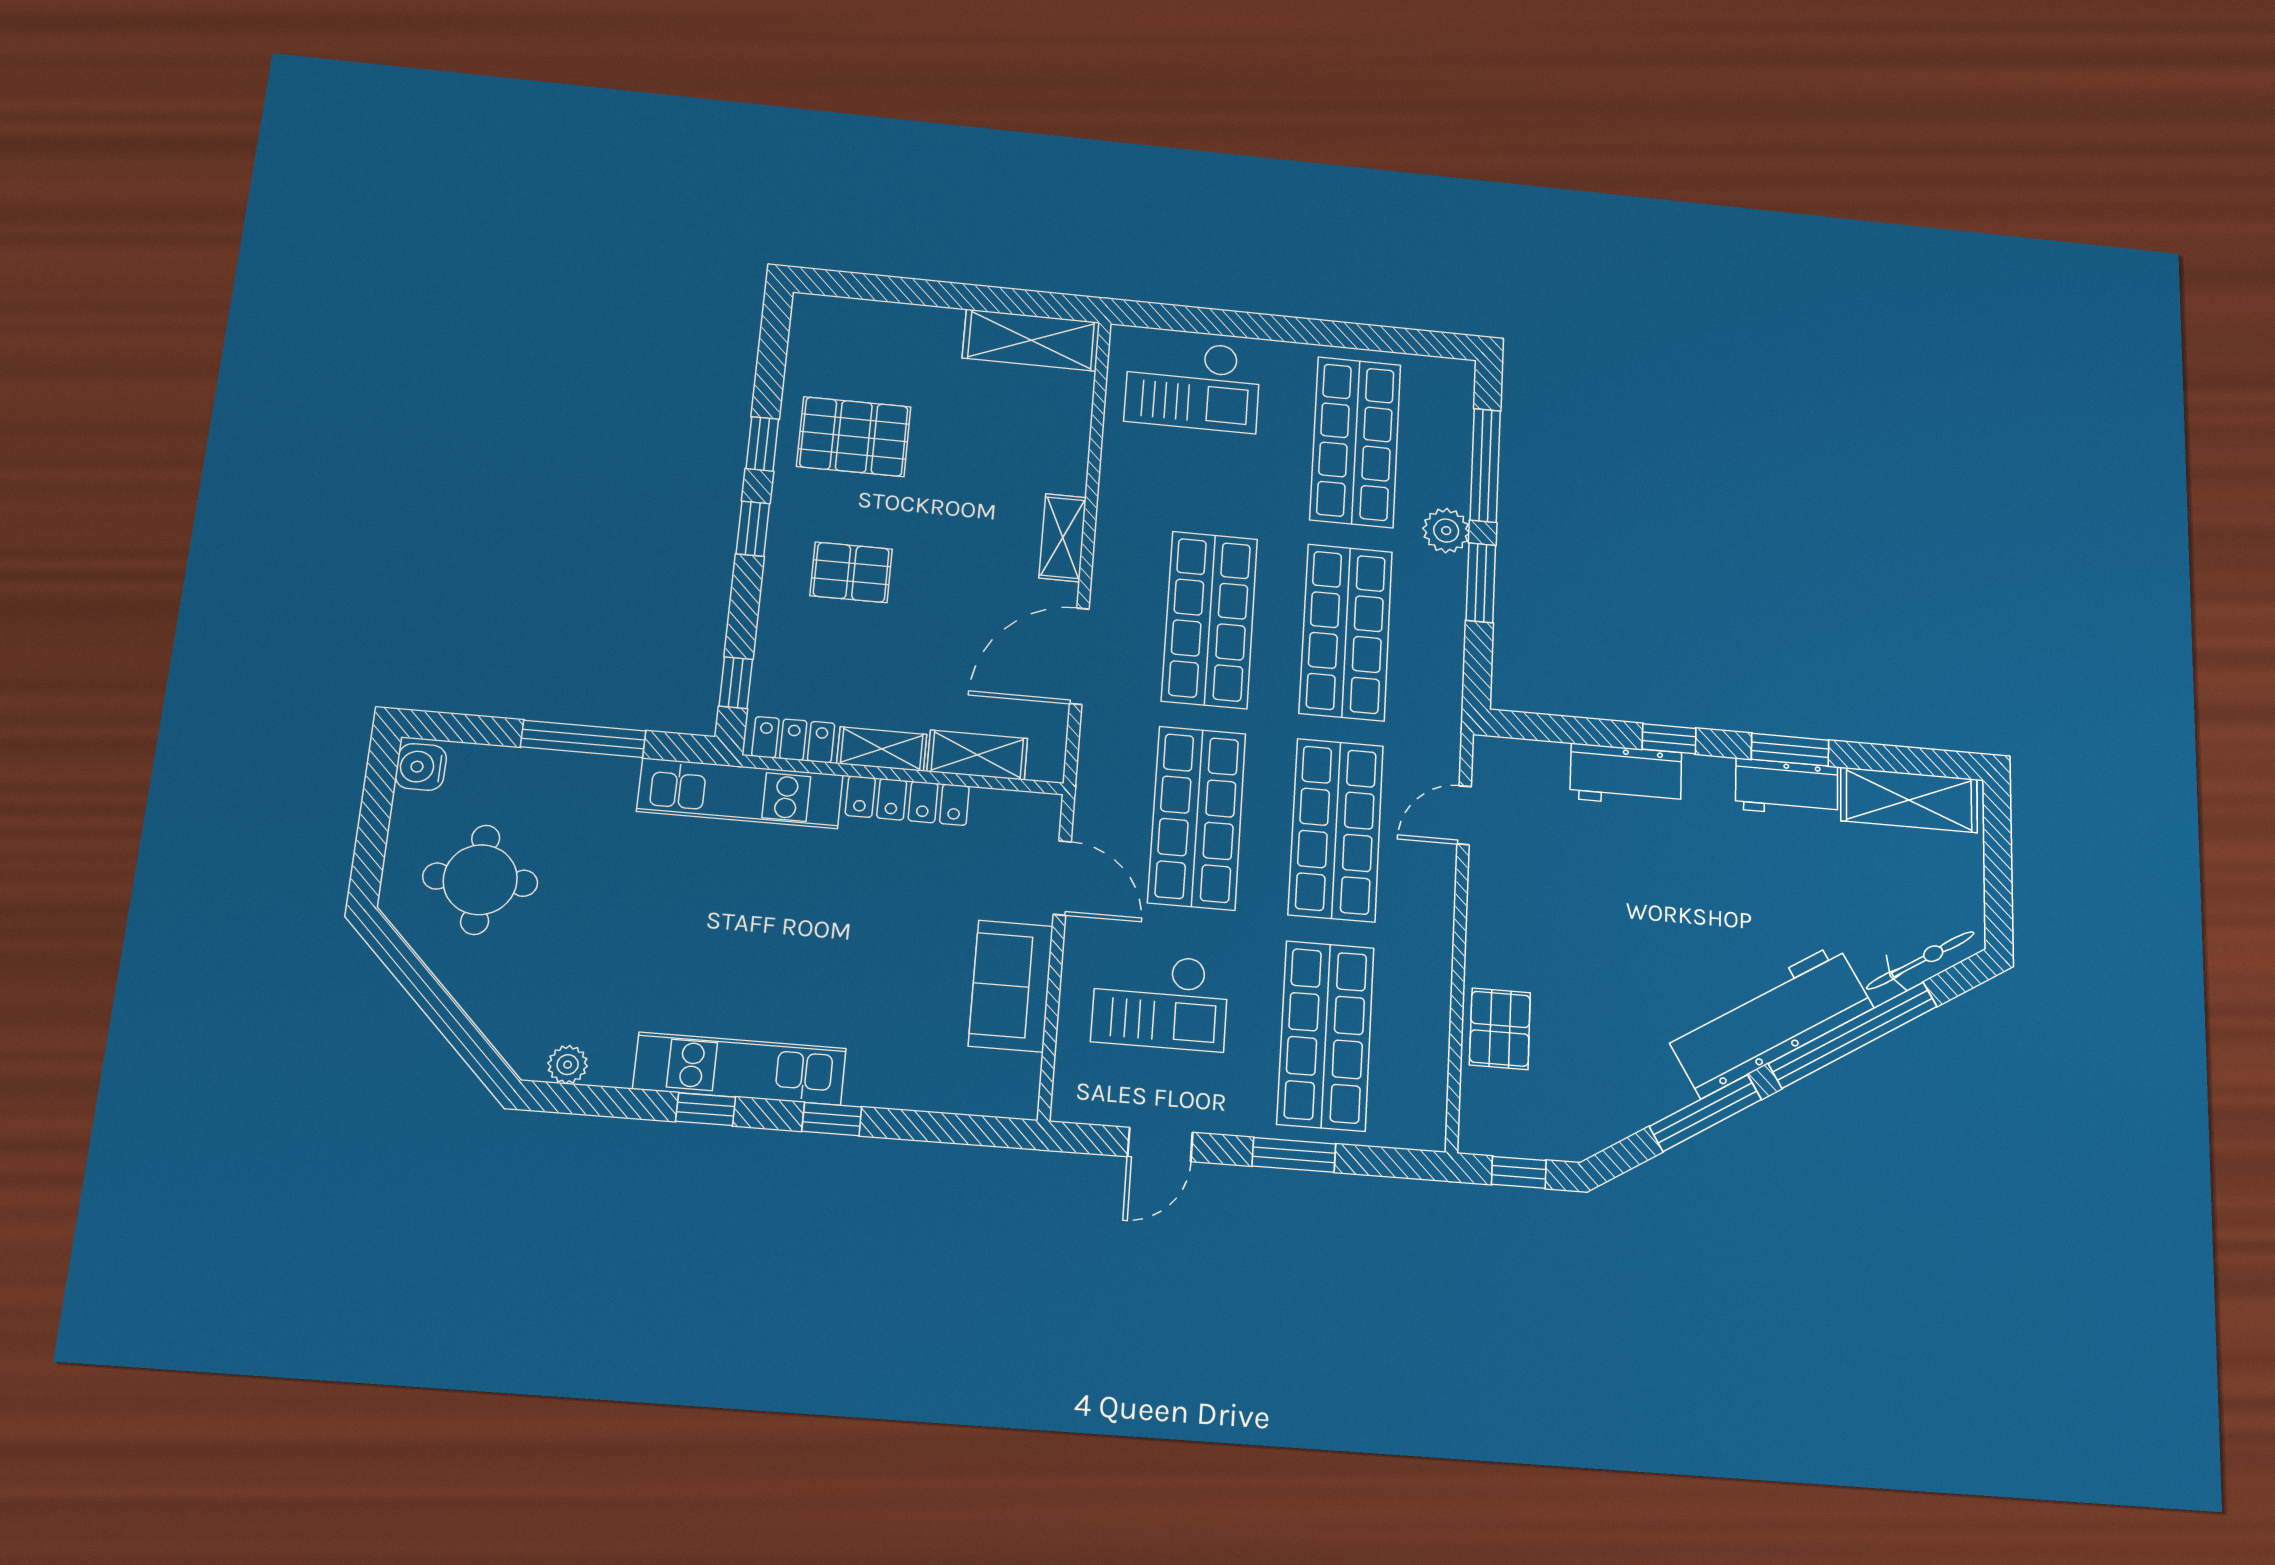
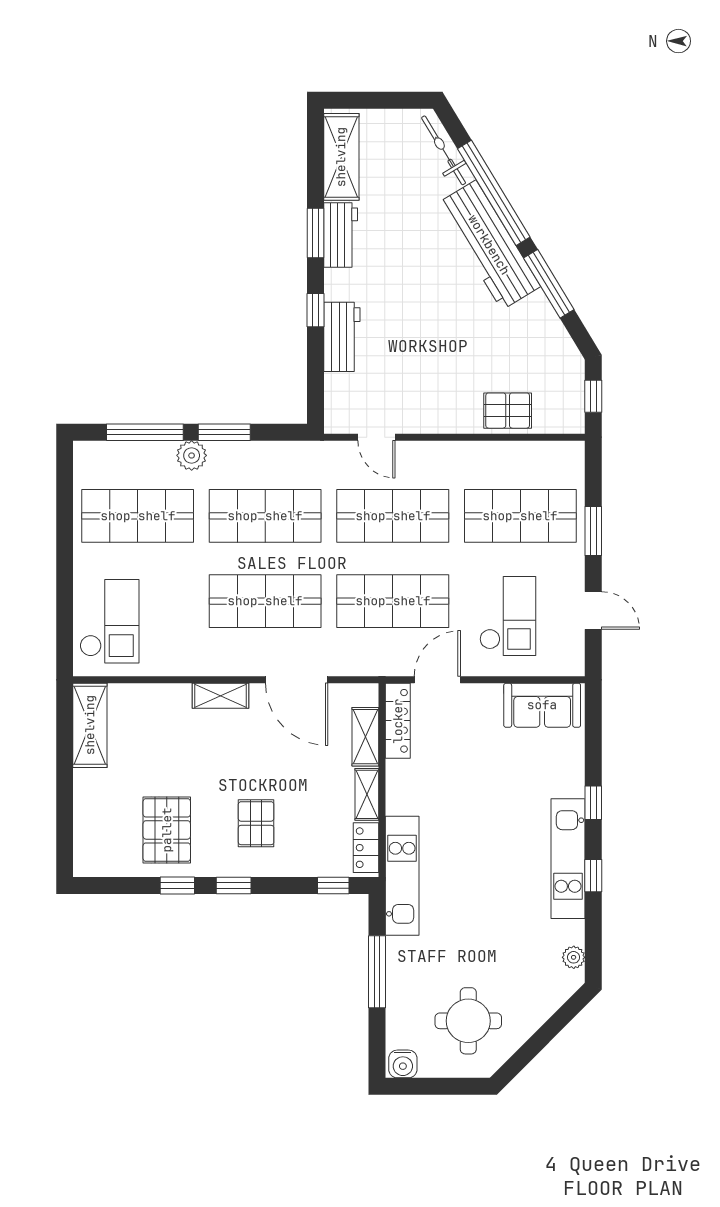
locker: (907, 801) -> (398, 721), moved
sofa: (1011, 986) -> (542, 705), moved

